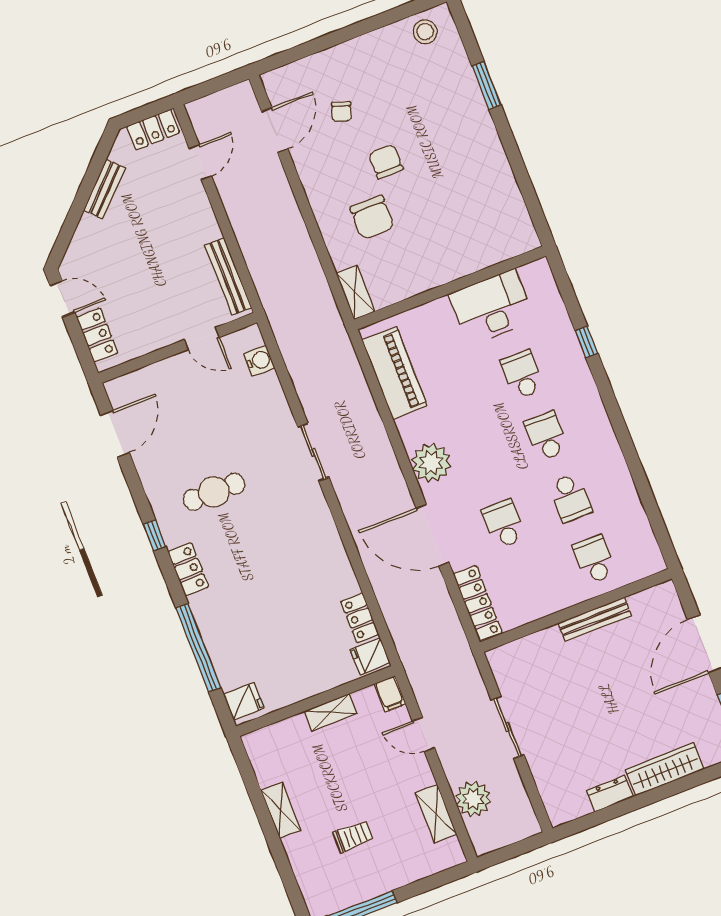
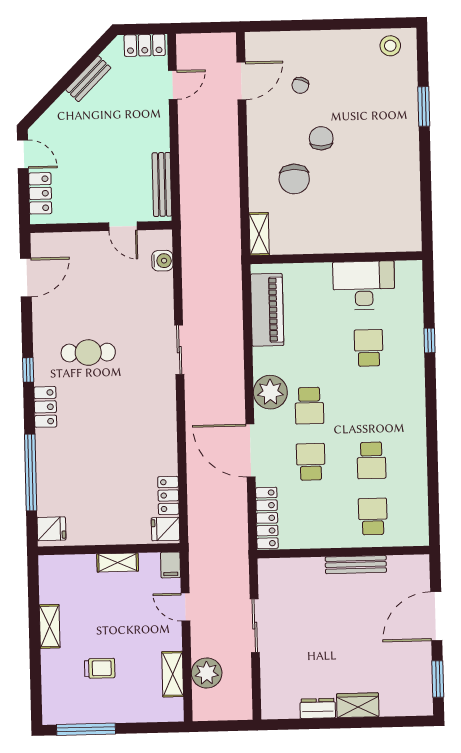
school desk: (546, 436) -> (309, 406), moved, turned 180
wardrobe: (665, 770) -> (358, 705), width x0.67

